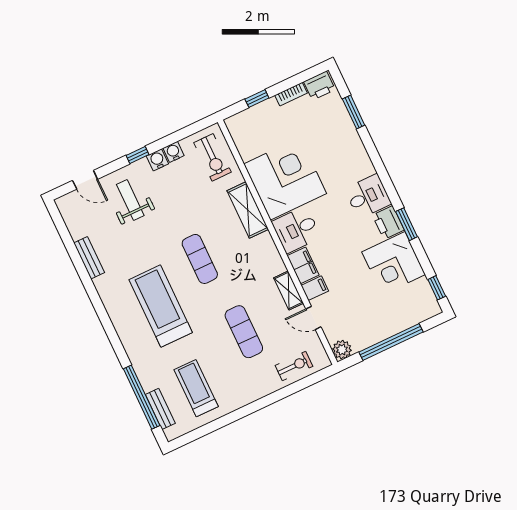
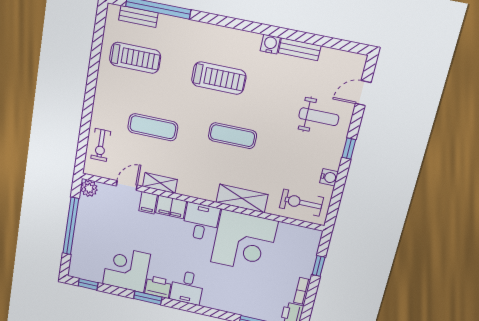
water cooler: (157, 160) -> (270, 44), moved, turned -90
treadmill: (161, 306) -> (219, 78), width x0.73, depth x0.73

